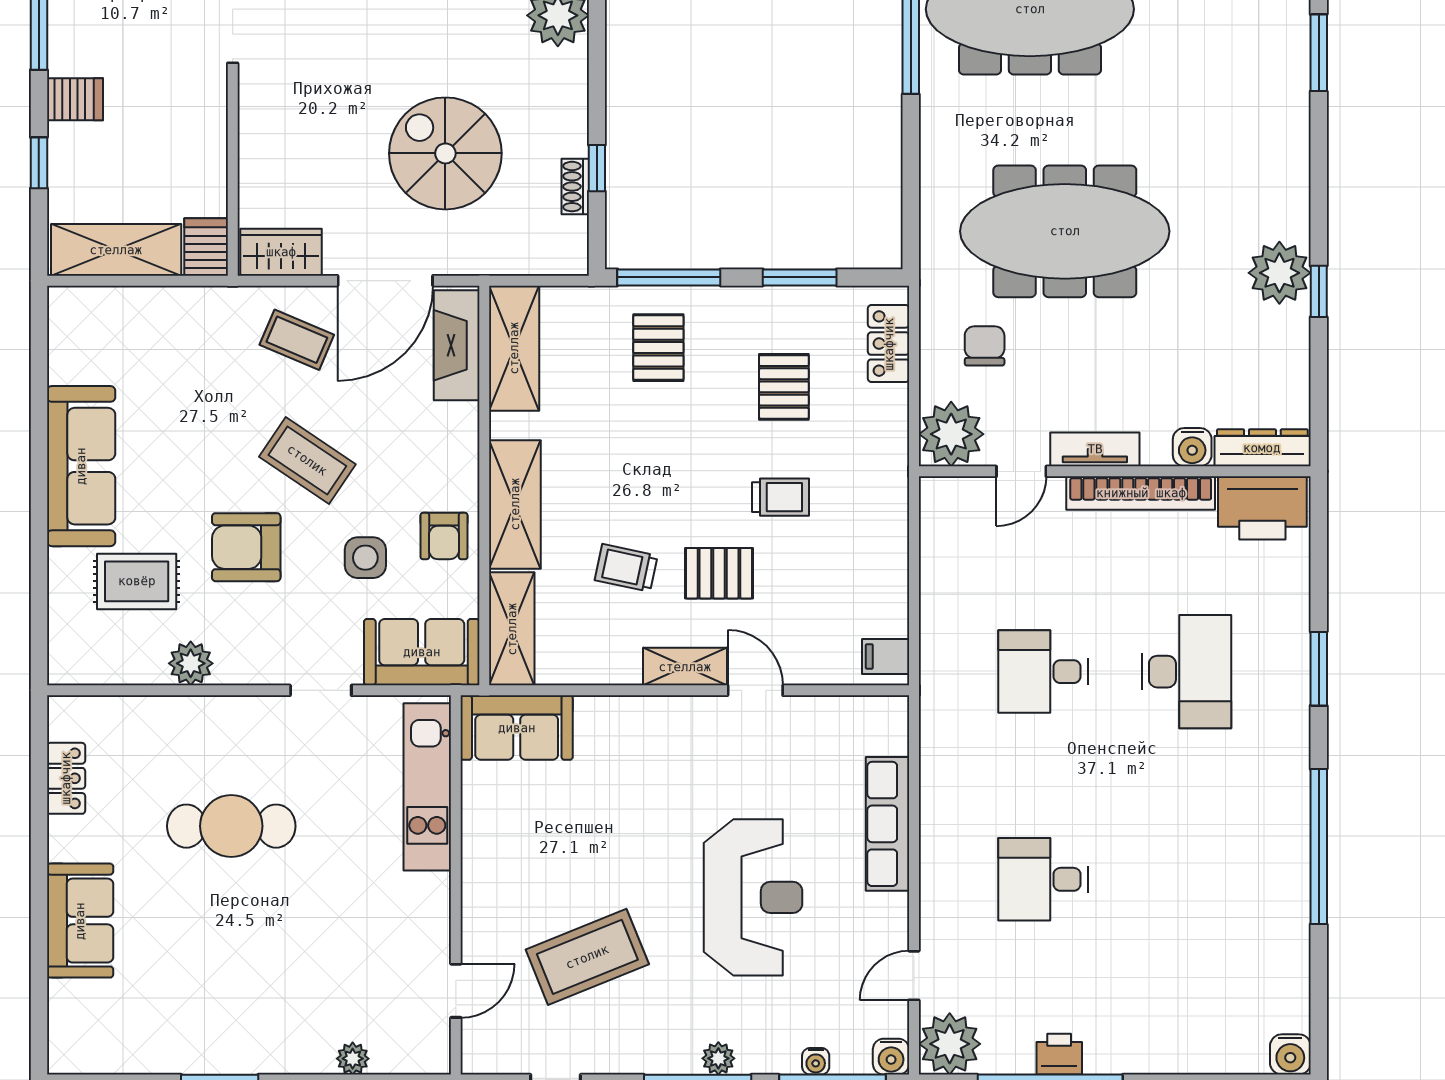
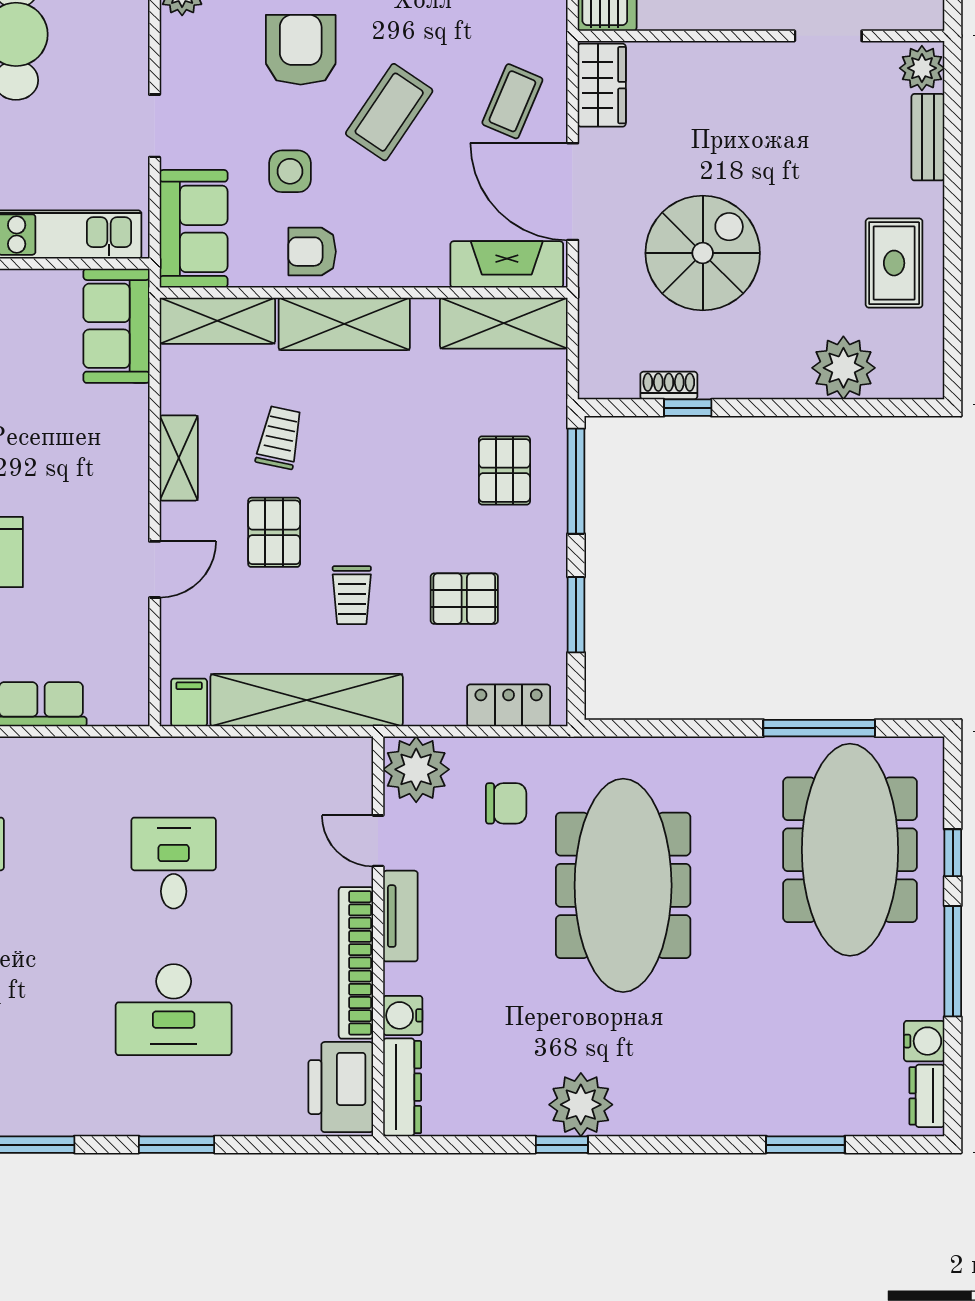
pallet: (658, 348) -> (504, 470), turned 90
shelving: (883, 541) -> (307, 700), added
shelving: (685, 667) -> (179, 458), moved

